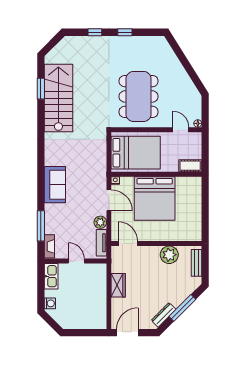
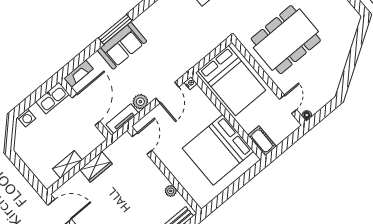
sofa: (55, 185) -> (122, 46), moved
bed: (155, 199) -> (218, 150), moved
window: (41, 226) -> (115, 29), moved
plant: (169, 255) -> (171, 191), width x0.53, depth x0.53
door: (76, 261) -> (86, 110), width x1.88
shelving: (101, 302) -> (67, 164), added

